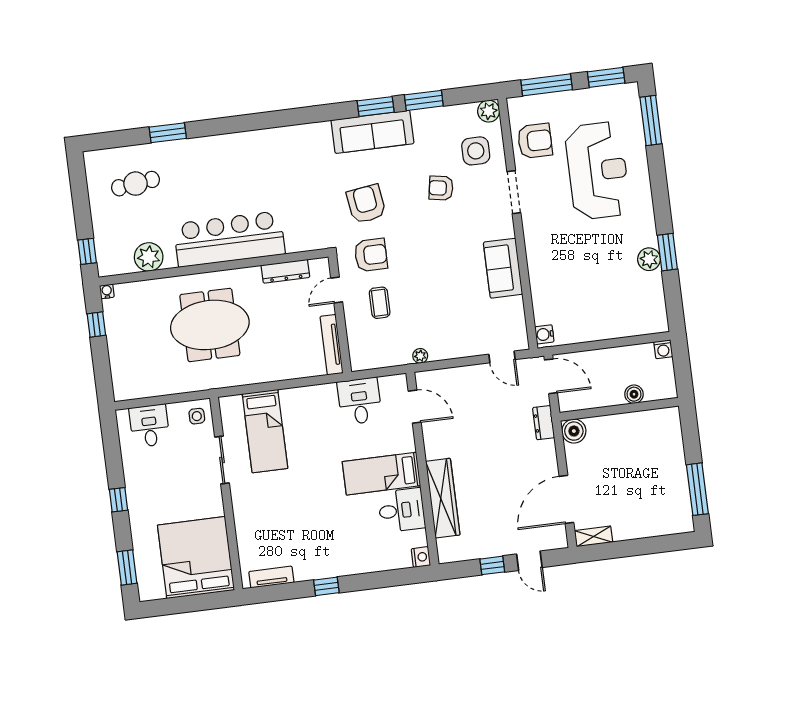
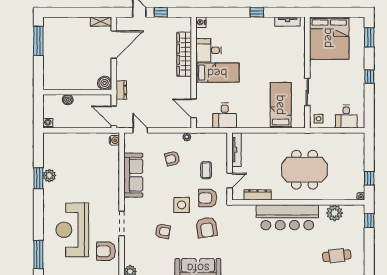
side table: (476, 151) -> (182, 205), moved
sofa: (503, 268) -> (133, 175), width x1.36
armchair: (440, 315) -> (172, 159), added

